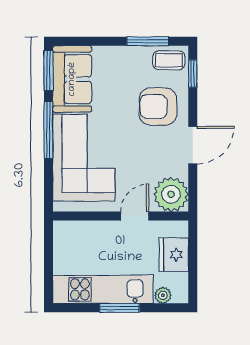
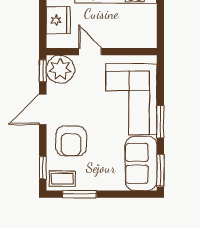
armchair: (158, 107) -> (71, 141), turned 90
window: (48, 130) -> (160, 122), width x0.69
window: (193, 192) -> (43, 71), added
door: (135, 216) -> (90, 52), swing flipped

